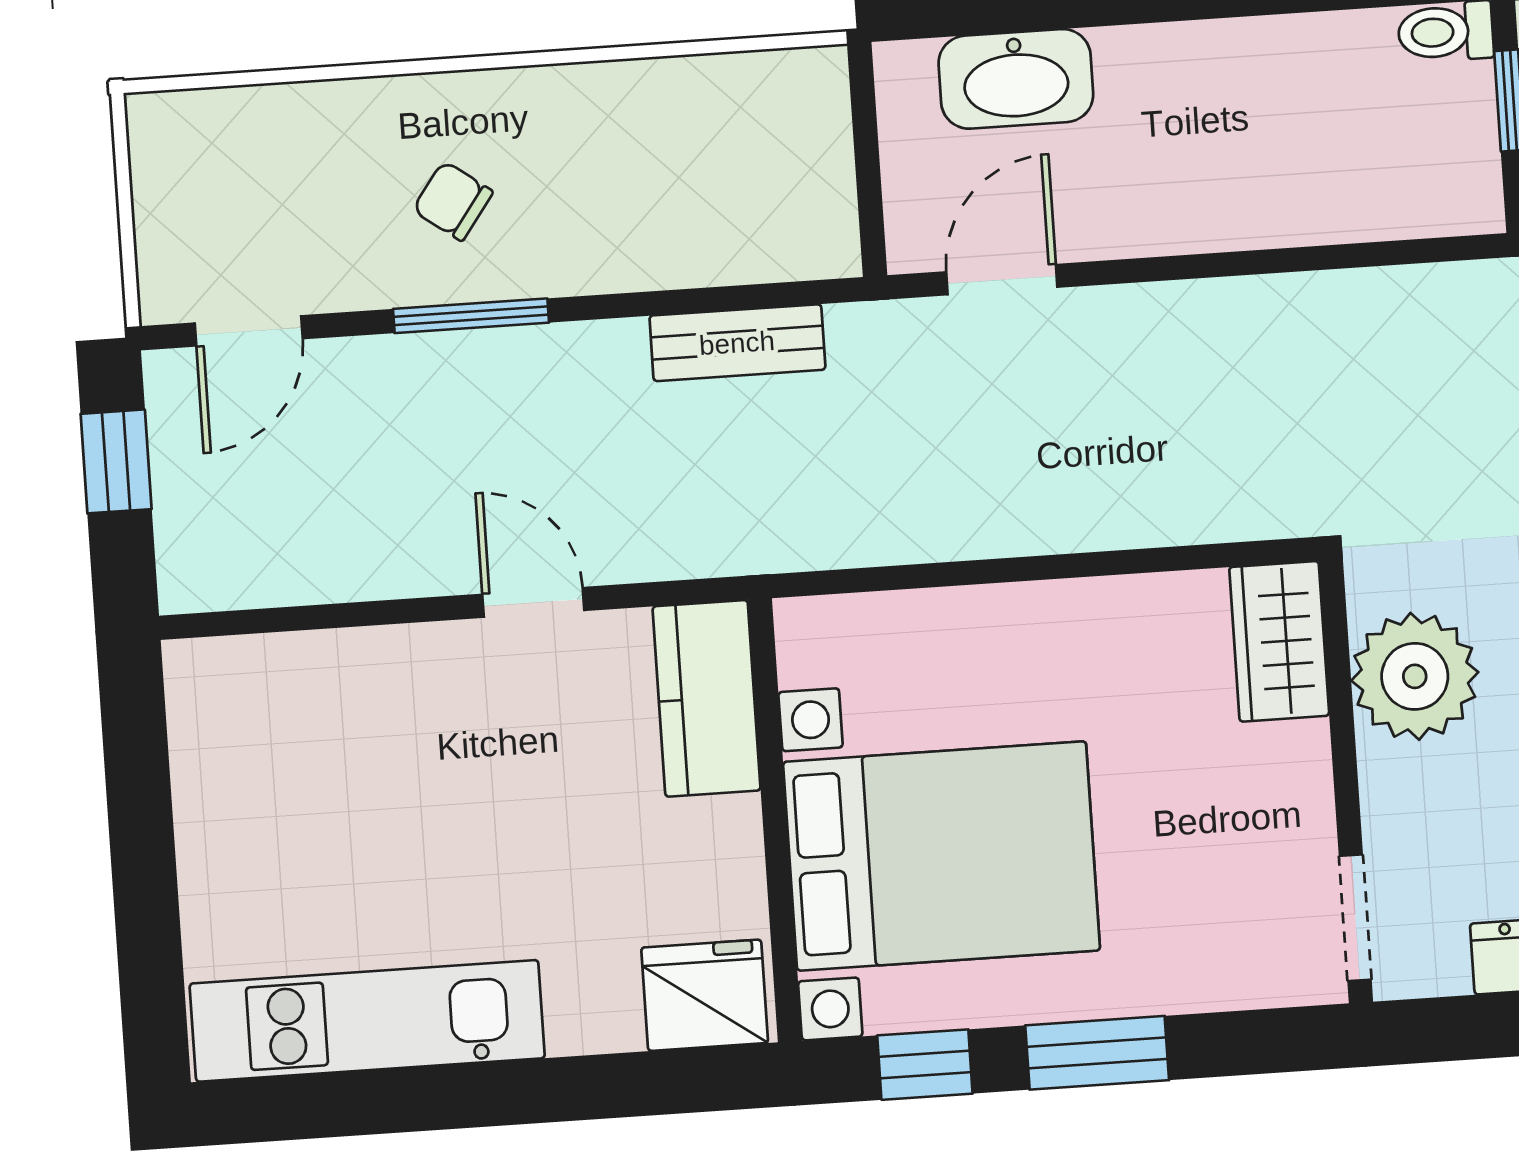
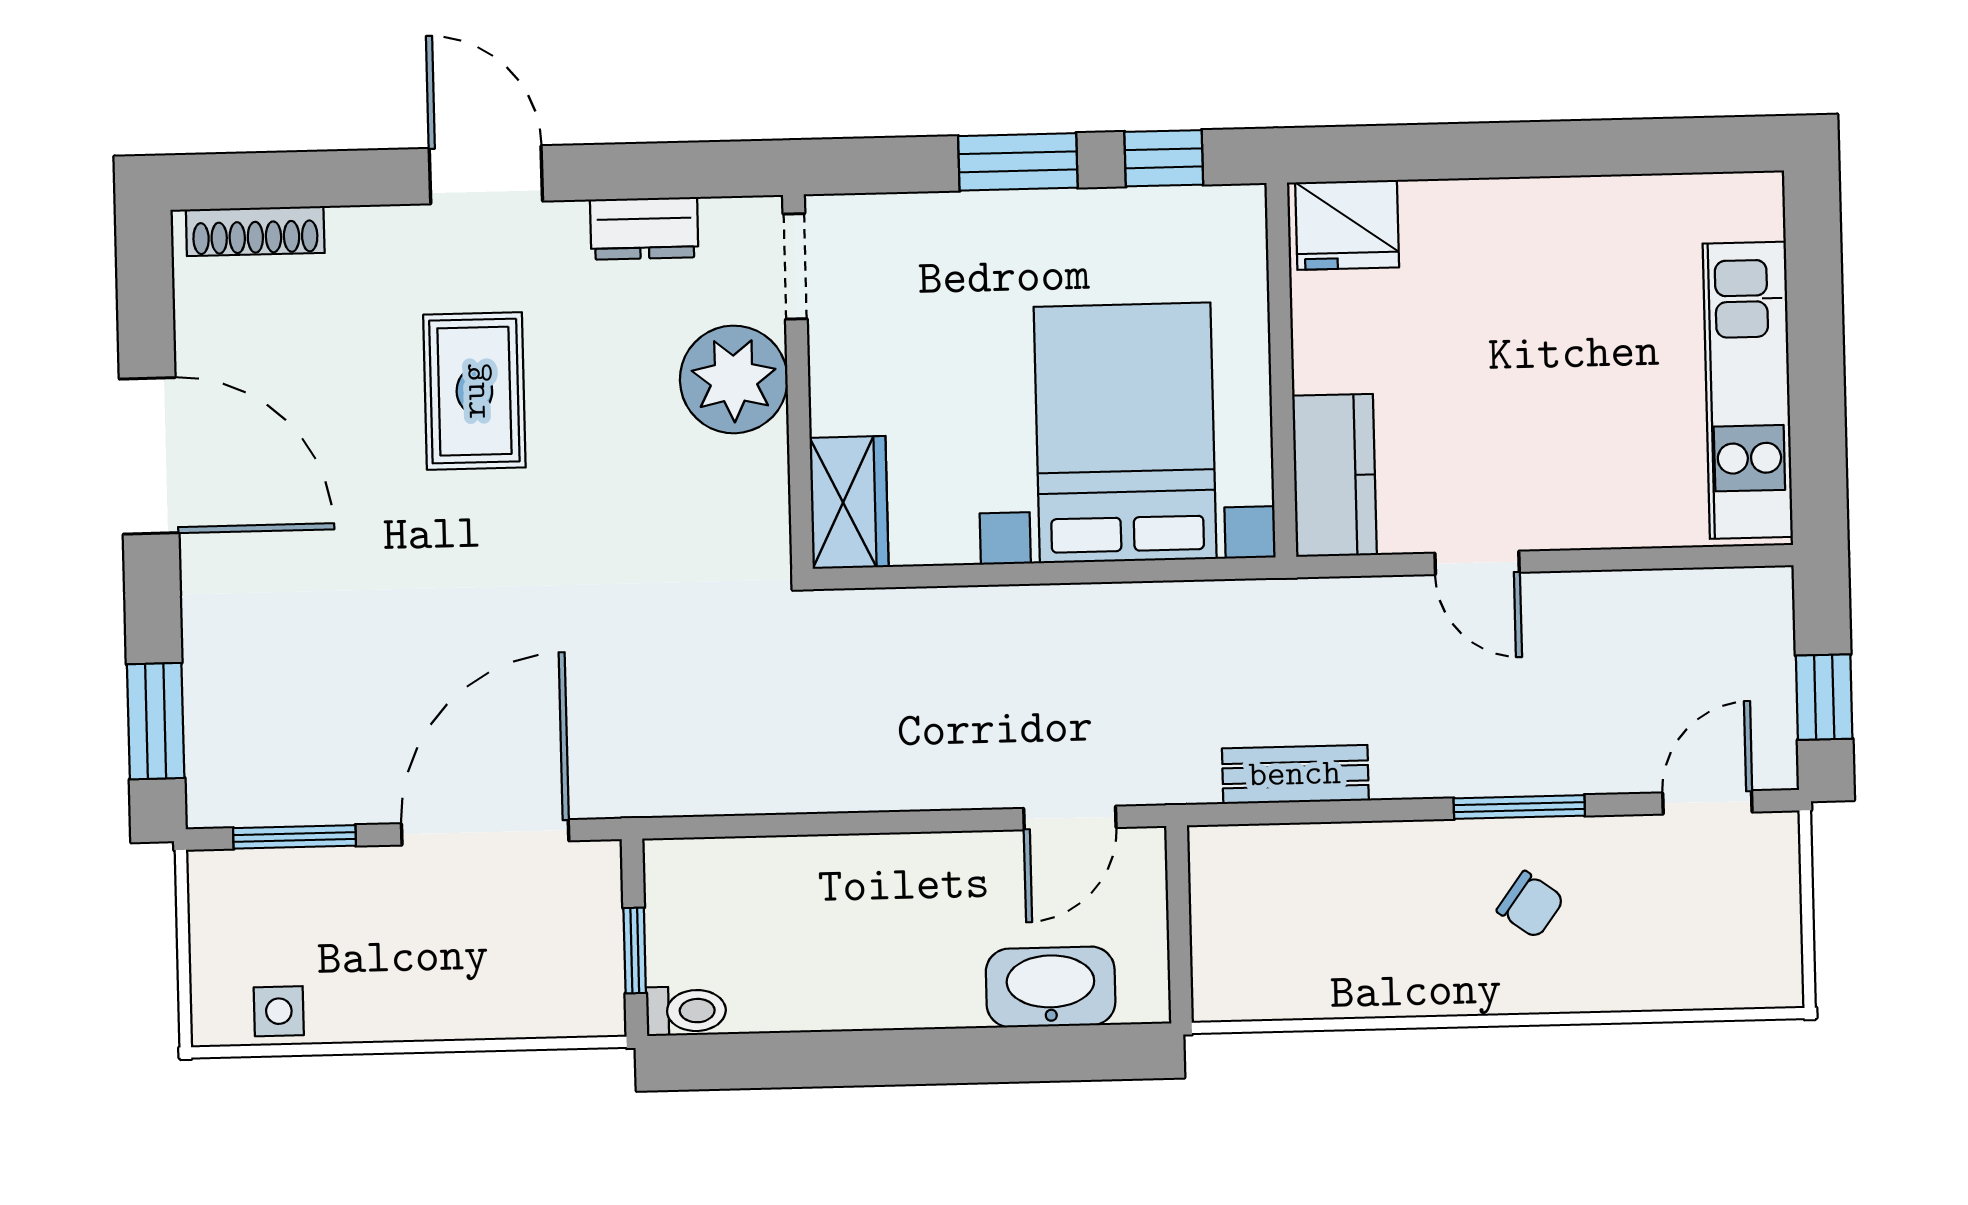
plant: (1415, 676) -> (734, 379), moved
bed with nightstands: (942, 856) -> (1125, 433), moved, turned 90
kitchen unit: (367, 1021) -> (1748, 390), moved, turned 90

